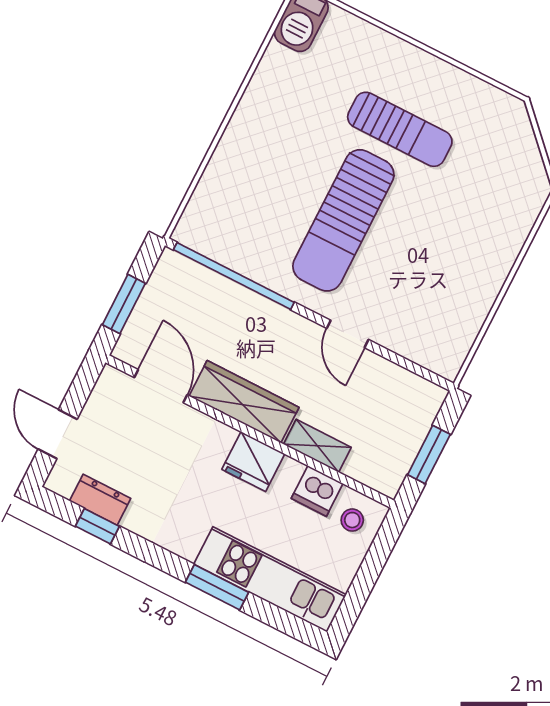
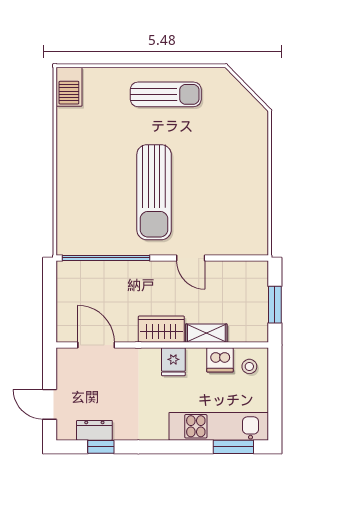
sun lounger: (400, 129) -> (166, 94), moved
window: (124, 304) -> (50, 308), removed
wardrobe: (244, 402) -> (161, 329), width x0.67
fridge: (253, 462) -> (173, 362), width x0.72
window: (217, 587) -> (233, 447), moved

